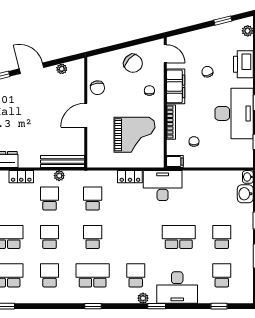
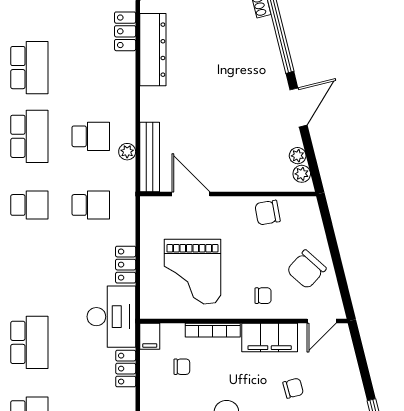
plant: (73, 66) -> (302, 174), added
door: (86, 115) -> (191, 194), moved
locker: (21, 177) -> (126, 369), moved
school desk: (50, 237) -> (29, 136), width x1.85

